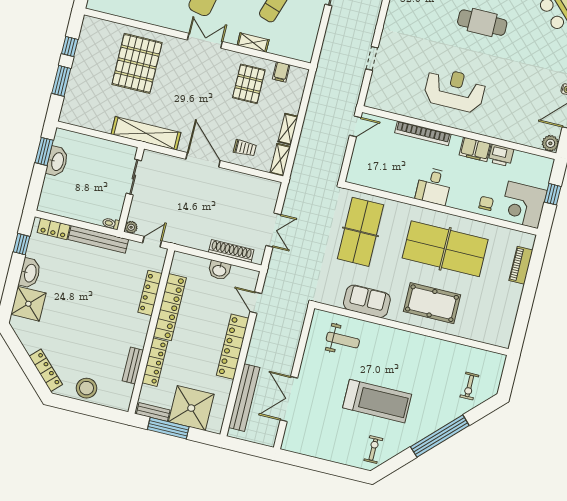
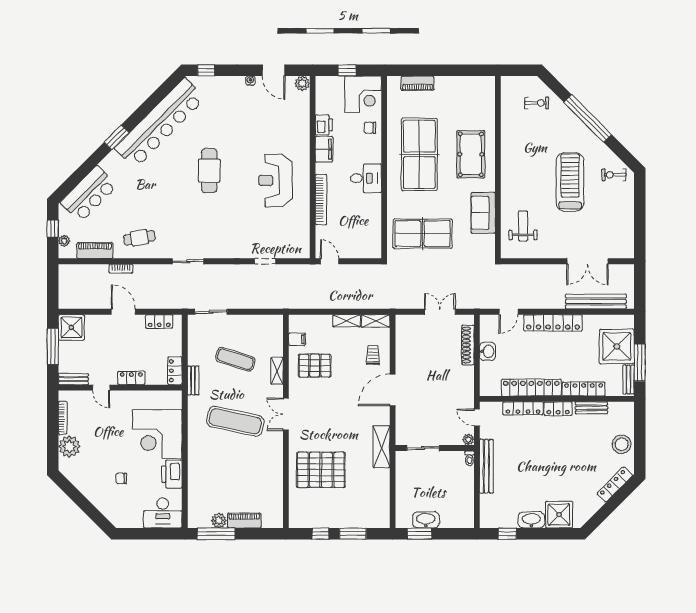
shelving: (146, 133) -> (381, 447), width x0.68
locker: (54, 229) -> (558, 409), moved, turned 90

